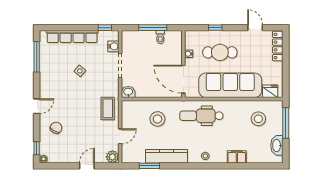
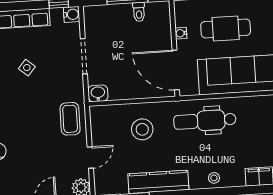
water cooler: (113, 46) -> (72, 14), moved

